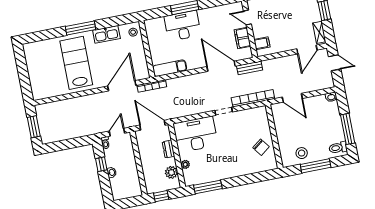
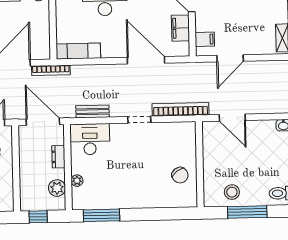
door: (307, 49) -> (230, 58), moved
bench: (250, 68) -> (92, 111), moved
desk: (196, 134) -> (90, 139), width x0.73, depth x0.77

